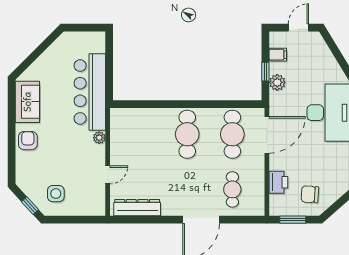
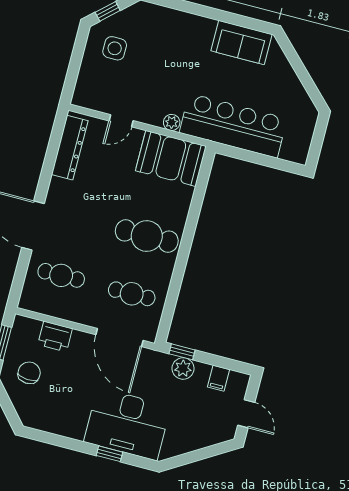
window: (265, 72) -> (182, 352), moved
booth: (126, 131) -> (171, 158), added
cafe table: (232, 134) -> (132, 294), width x0.73, depth x0.74
armchair: (28, 141) -> (192, 30), removed
door: (108, 175) -> (121, 121), hinge flipped

